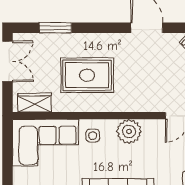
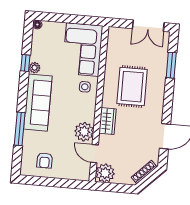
wardrobe: (35, 103) -> (108, 121), moved
plant: (129, 131) -> (84, 132), moved

